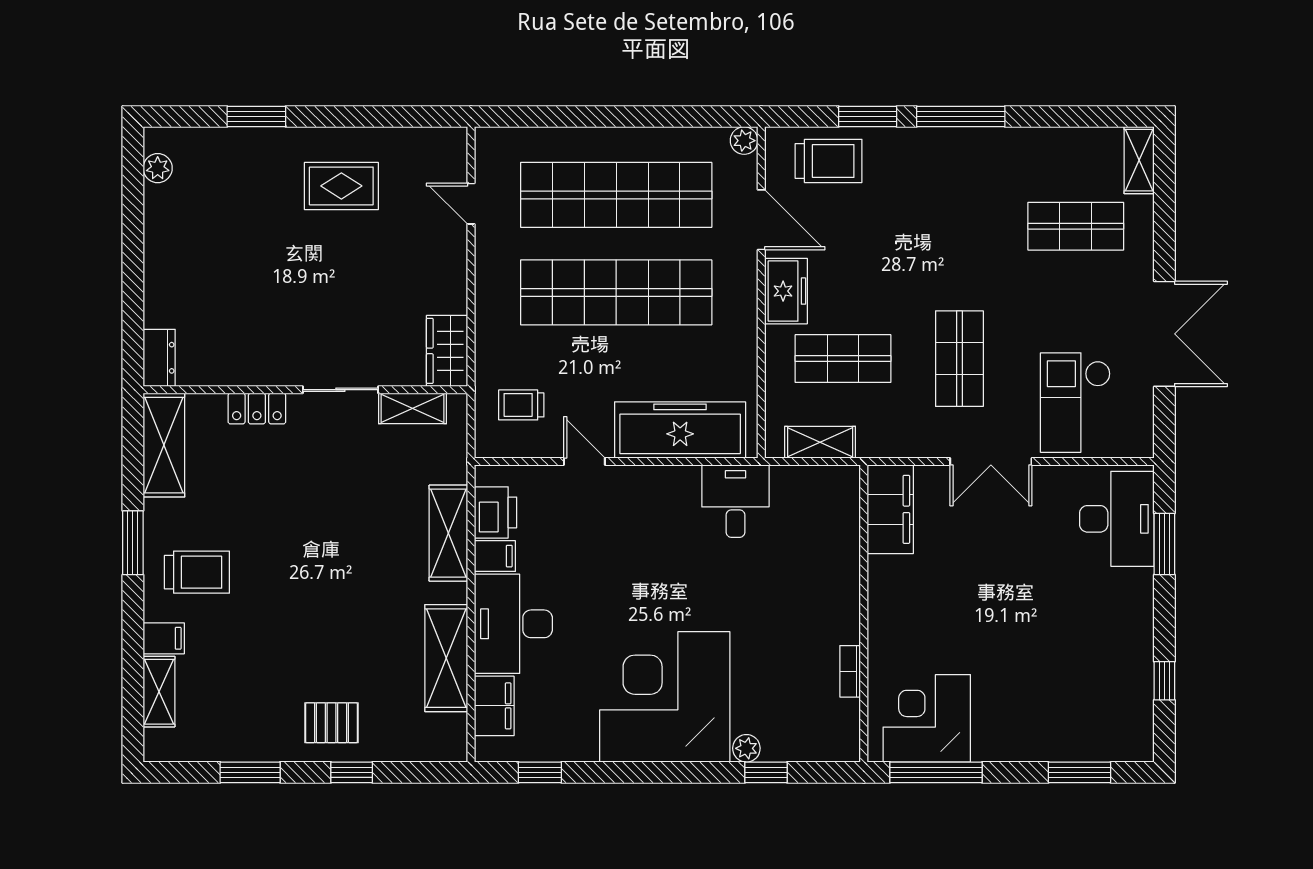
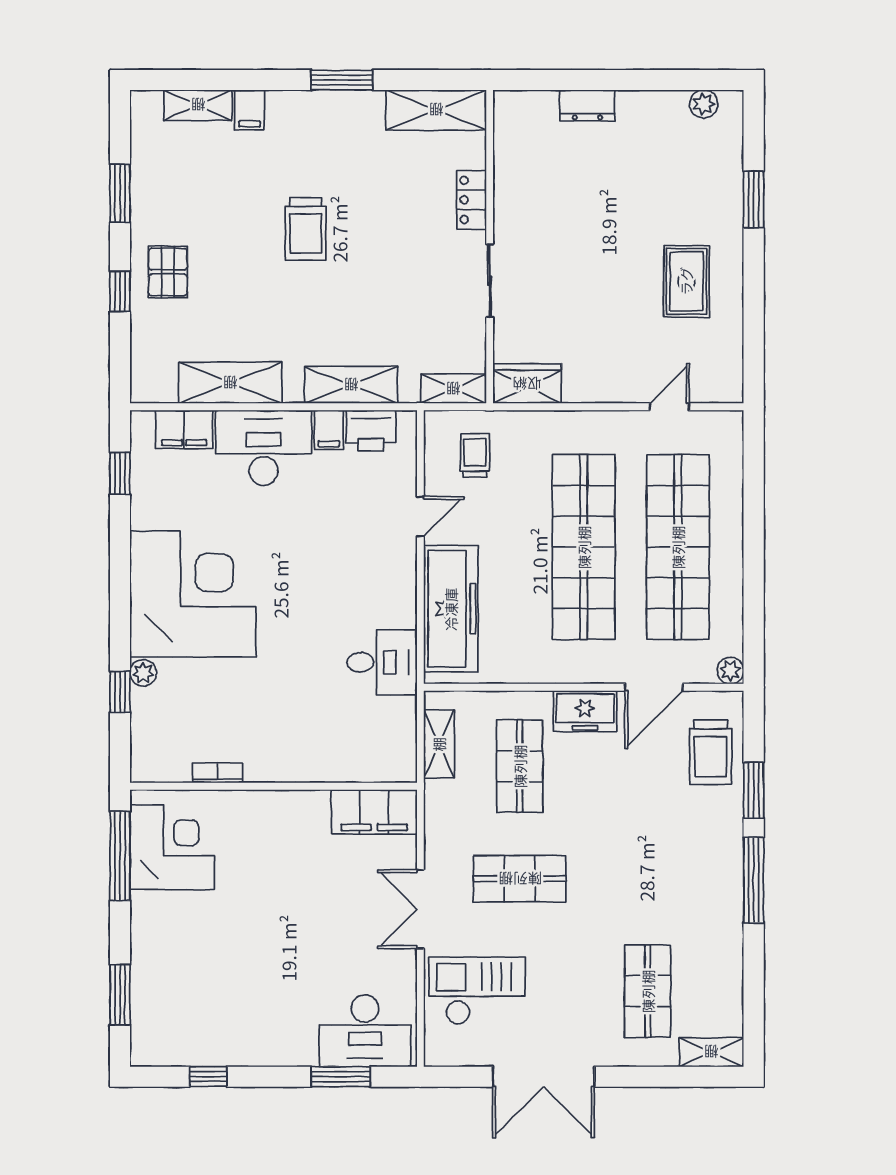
dresser: (159, 358) -> (587, 105), moved
shelving: (412, 408) -> (453, 389), moved, turned 90
trolley: (197, 572) -> (306, 229), moved

